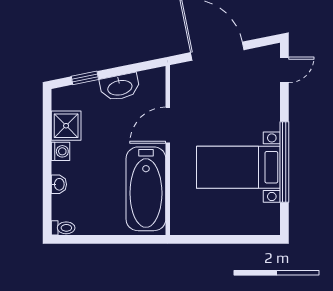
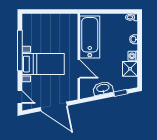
door: (284, 70) -> (20, 97), swing flipped
door: (168, 125) -> (79, 69), hinge flipped
bed with nightstands: (238, 167) -> (43, 64), moved

